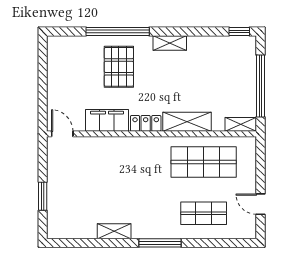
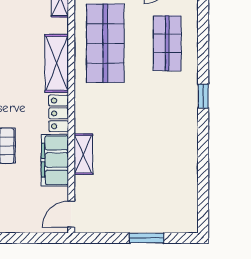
shelving: (114, 231) -> (83, 154), moved
window: (160, 243) -> (203, 96), width x0.46

